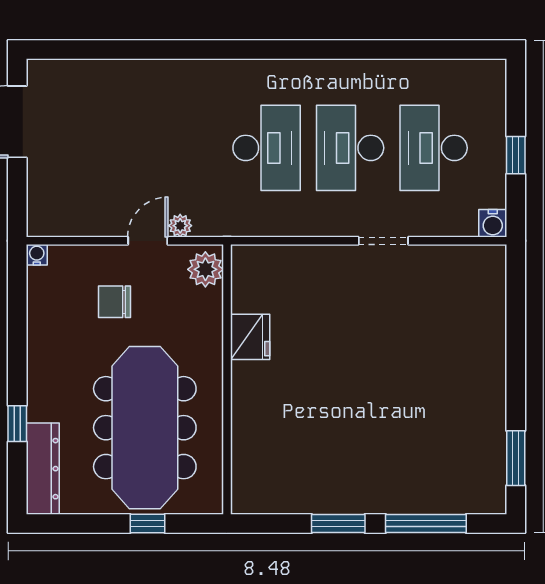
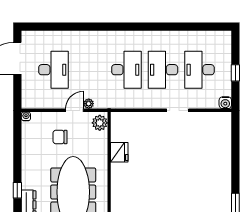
desk: (99, 148) -> (53, 70), added

